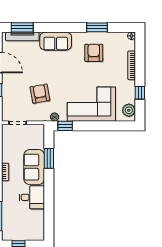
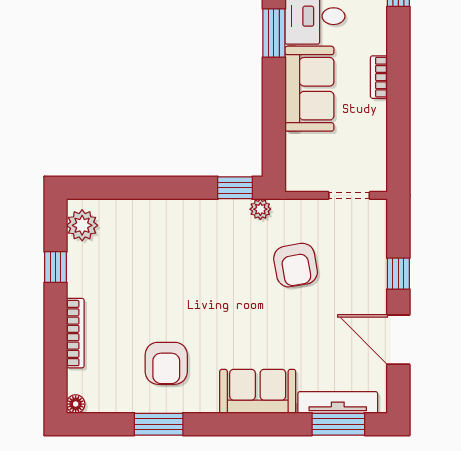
corner sofa: (91, 104) -> (172, 240), removed
window: (49, 158) -> (274, 33), moved

